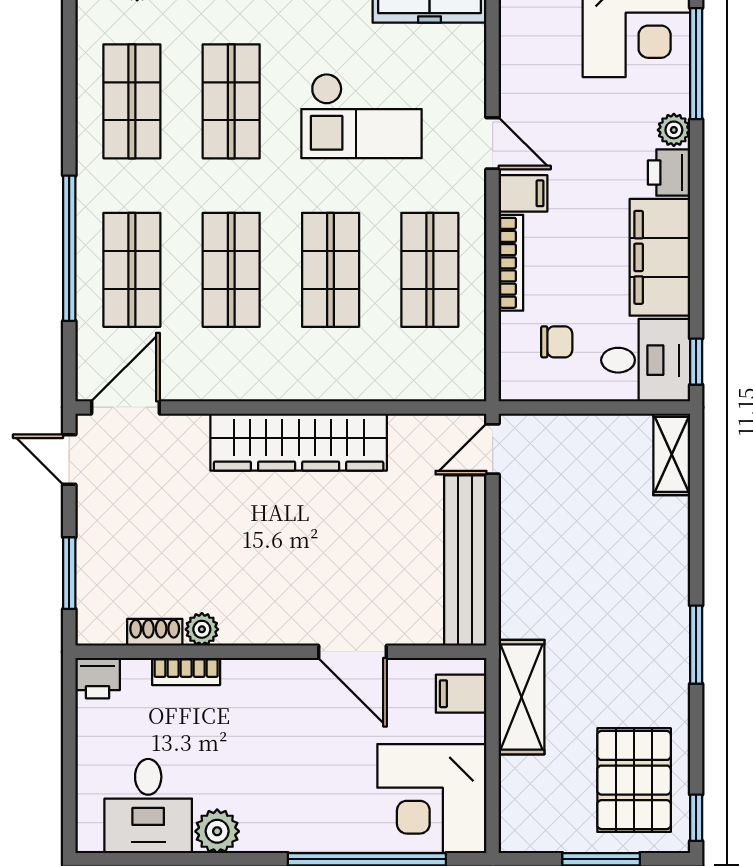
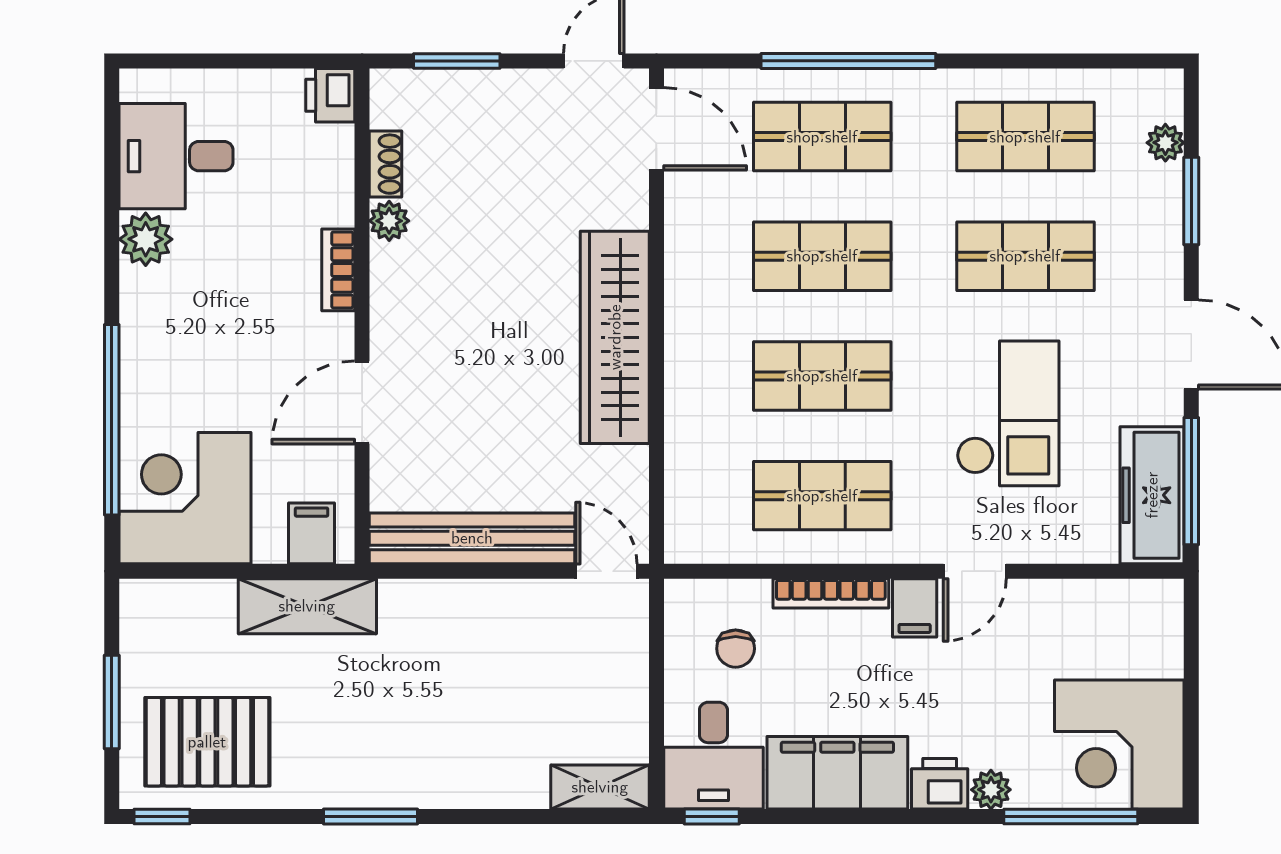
checkout: (362, 116) -> (1008, 413), turned 180
bookcase: (186, 671) -> (338, 270), moved

